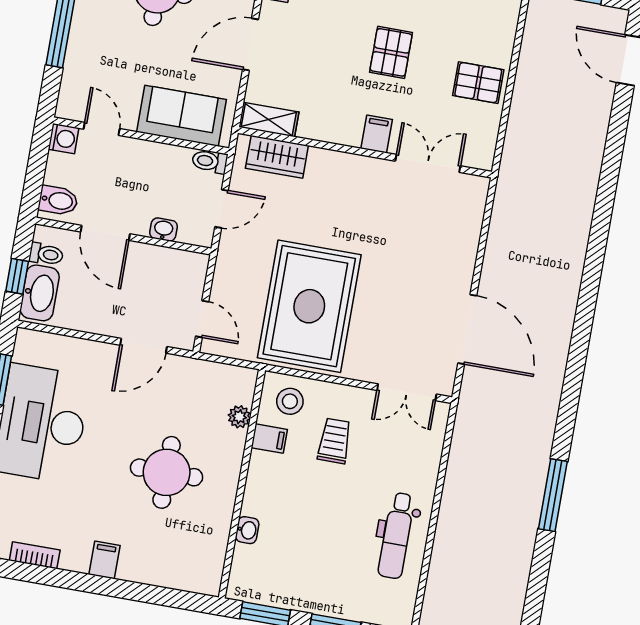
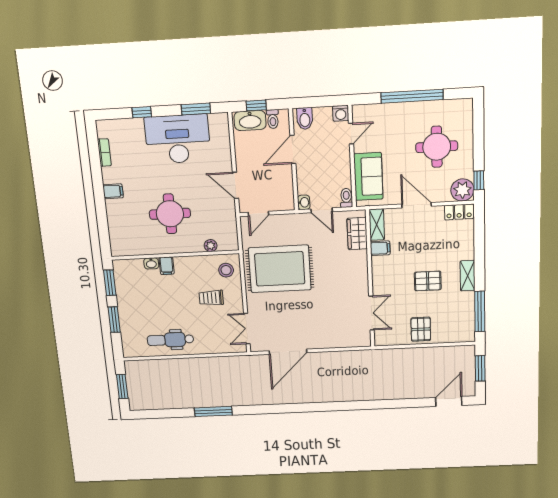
filing cabinet: (377, 134) -> (380, 248), moved
washbasin: (163, 230) -> (304, 202), moved
filing cabinet: (269, 439) -> (167, 266), moved
trolley: (334, 441) -> (211, 298), turned 180

